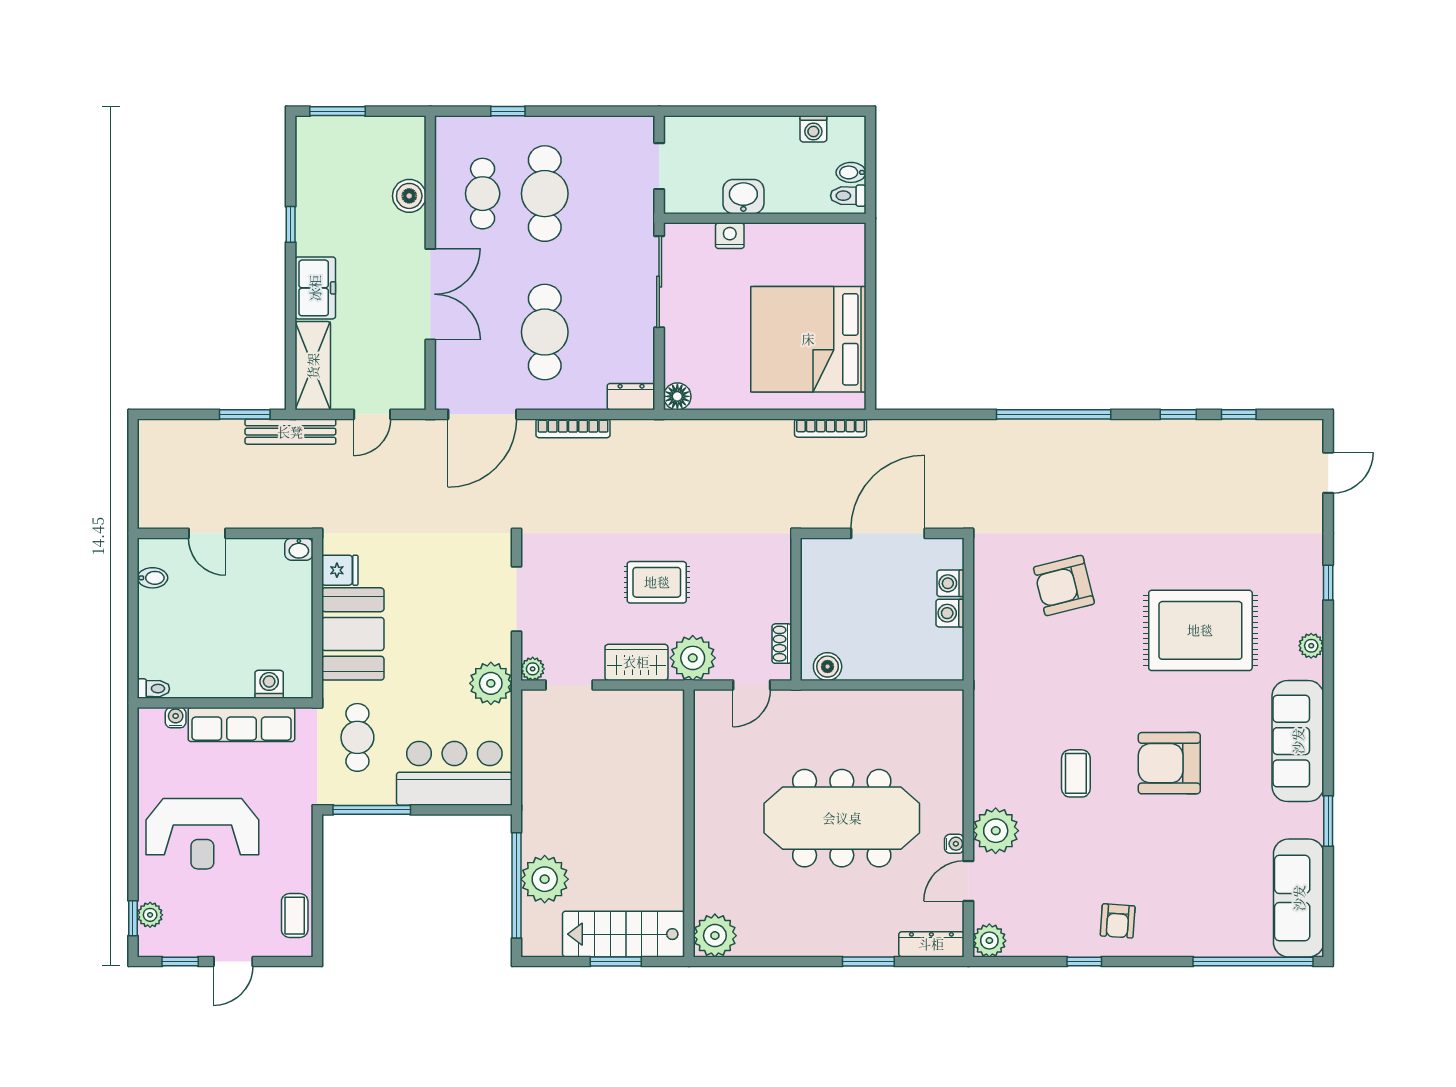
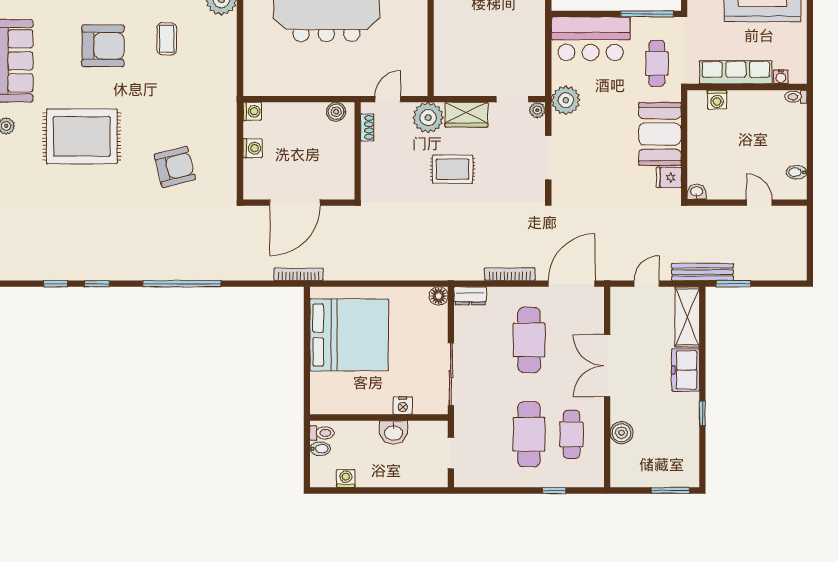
bookcase: (831, 428) -> (299, 274), moved
washing machine: (951, 583) -> (252, 111), moved

